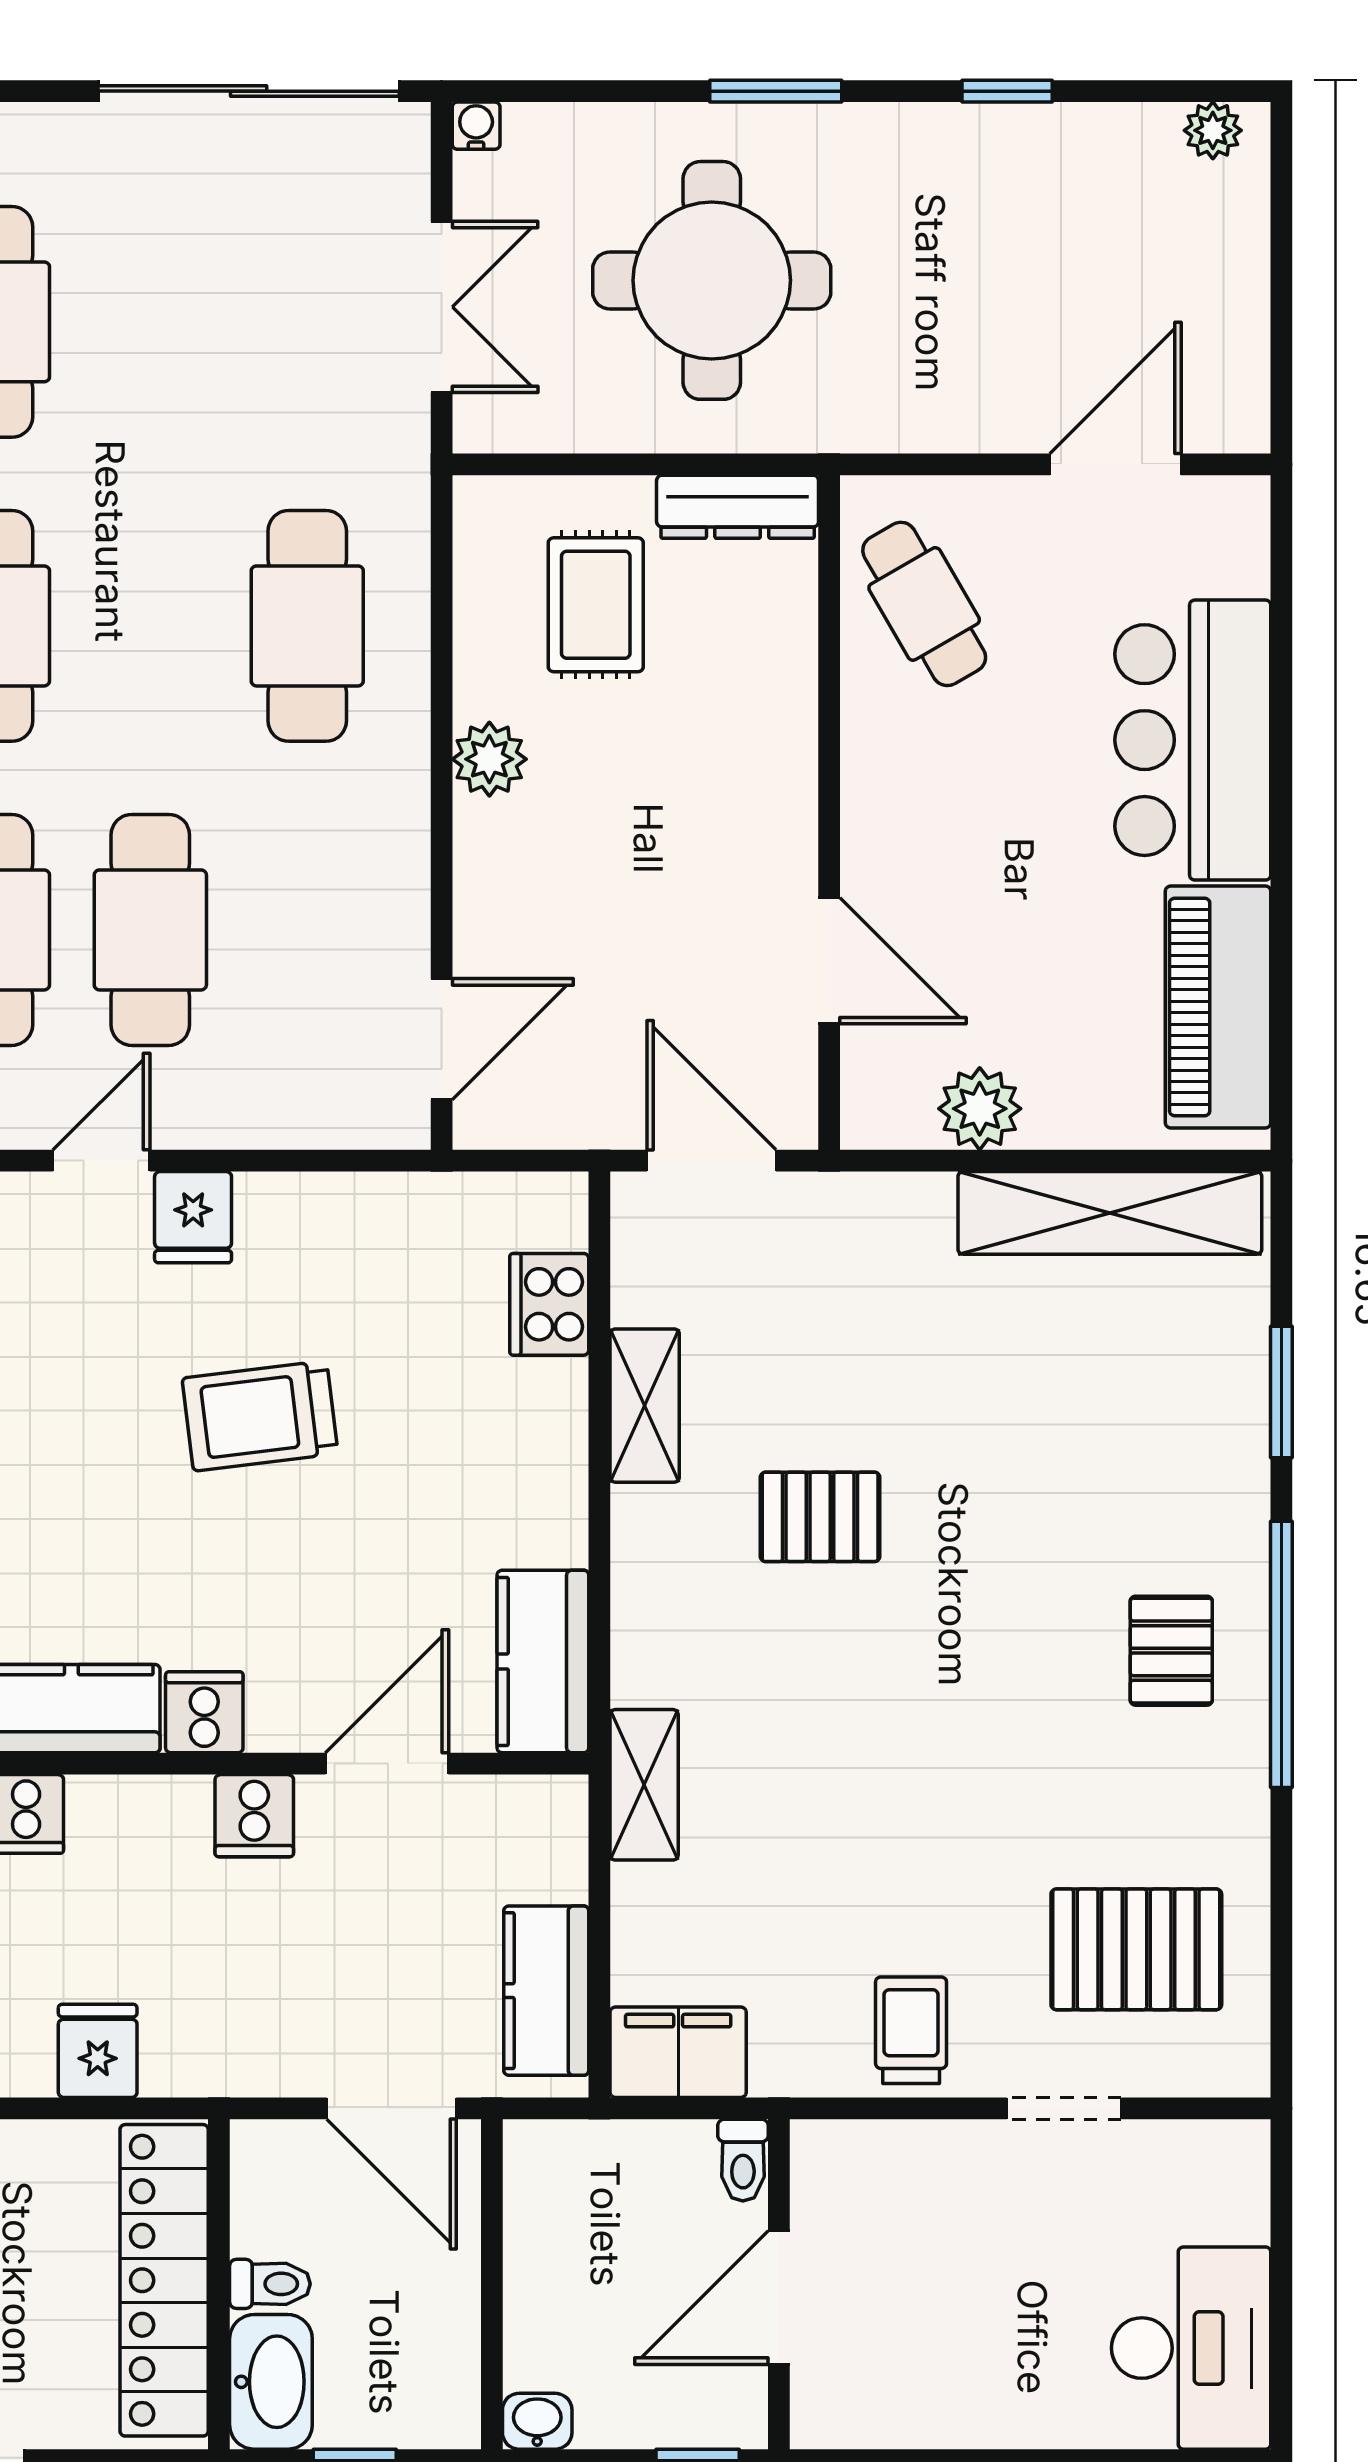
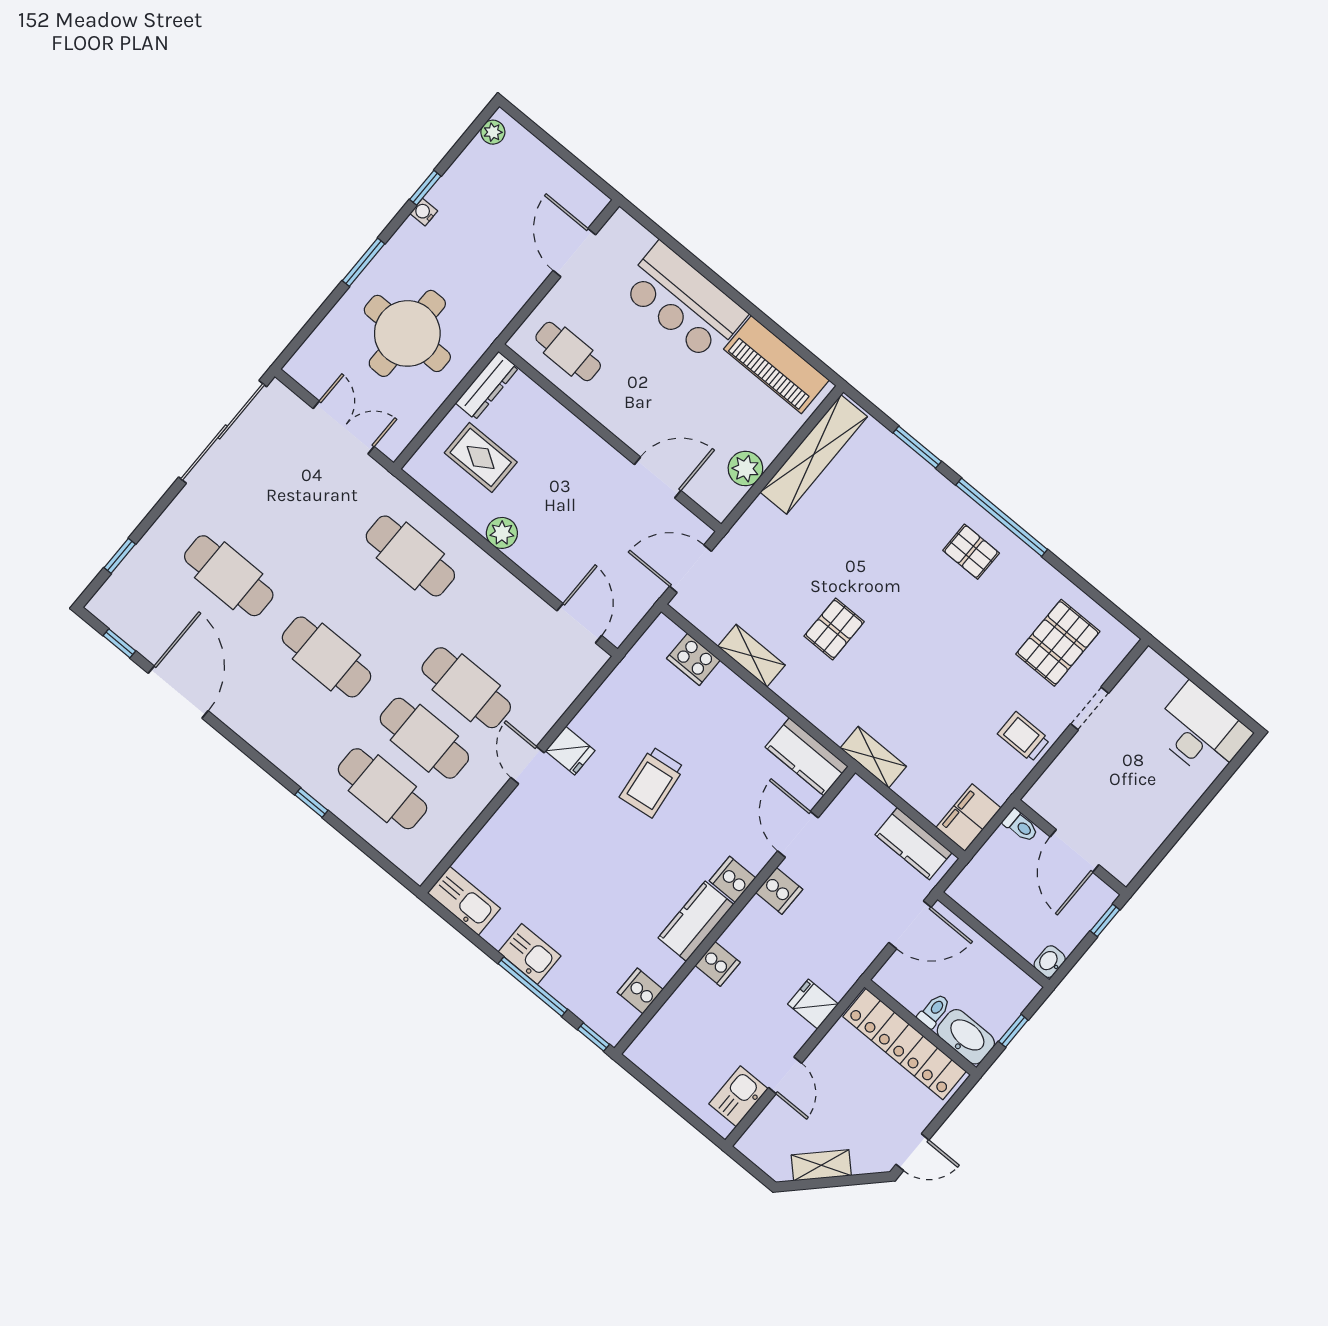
water cooler: (476, 126) -> (424, 212), moved
cafe table: (924, 604) -> (568, 352), turned 30

